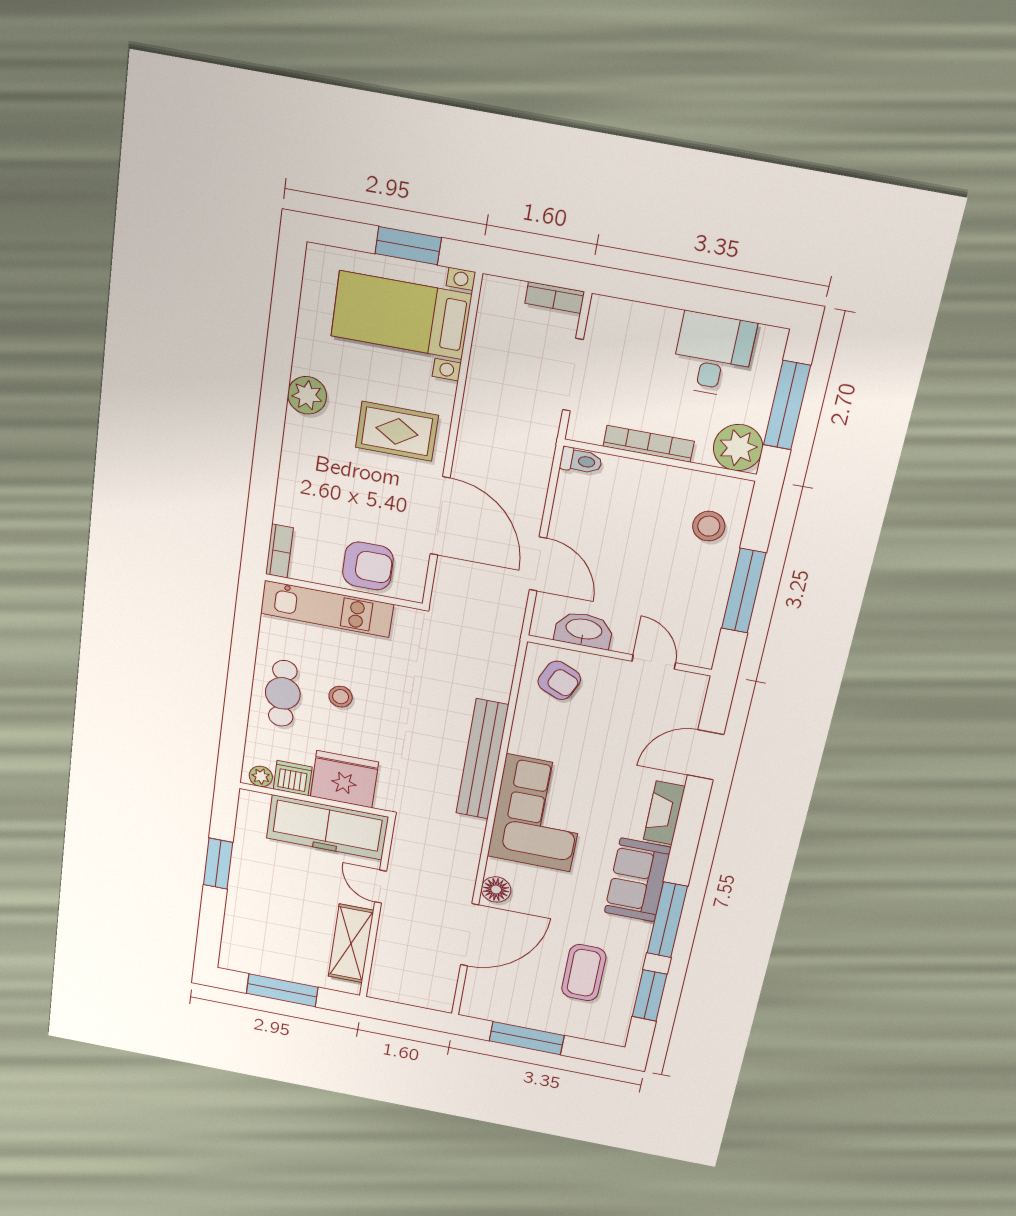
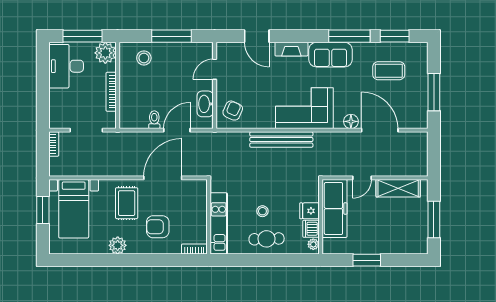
desk: (713, 355) -> (66, 66), width x1.37
toilet: (581, 461) -> (154, 120), moved
armchair: (368, 566) -> (158, 227), moved, turned -90
fridge: (344, 779) -> (309, 211), width x0.53, depth x0.75

